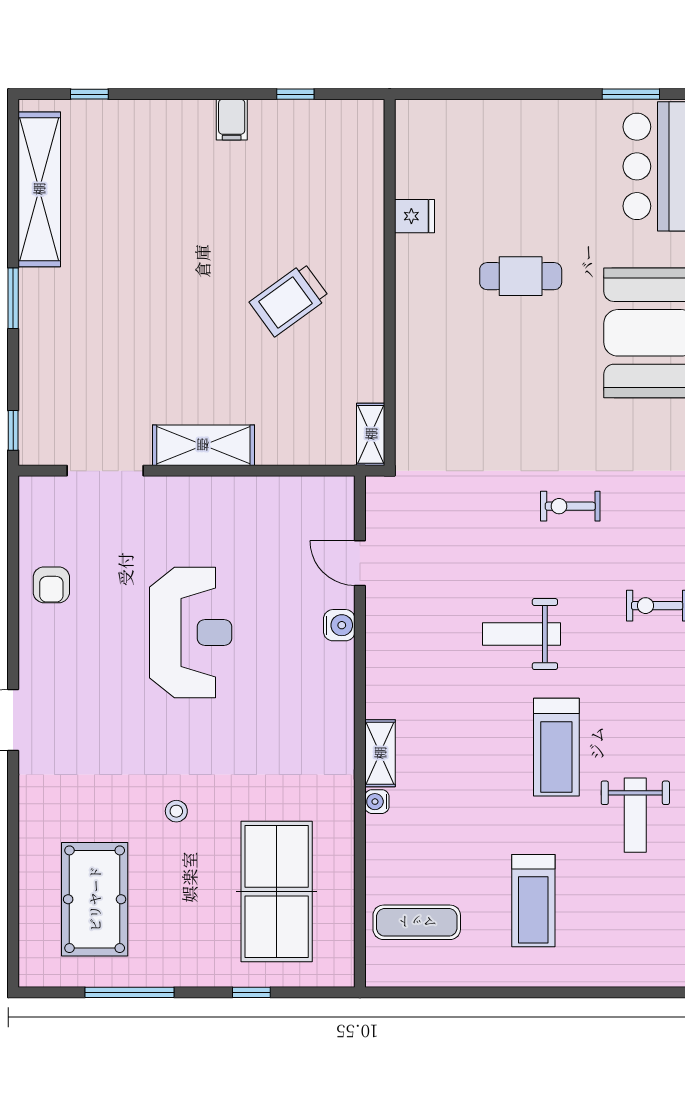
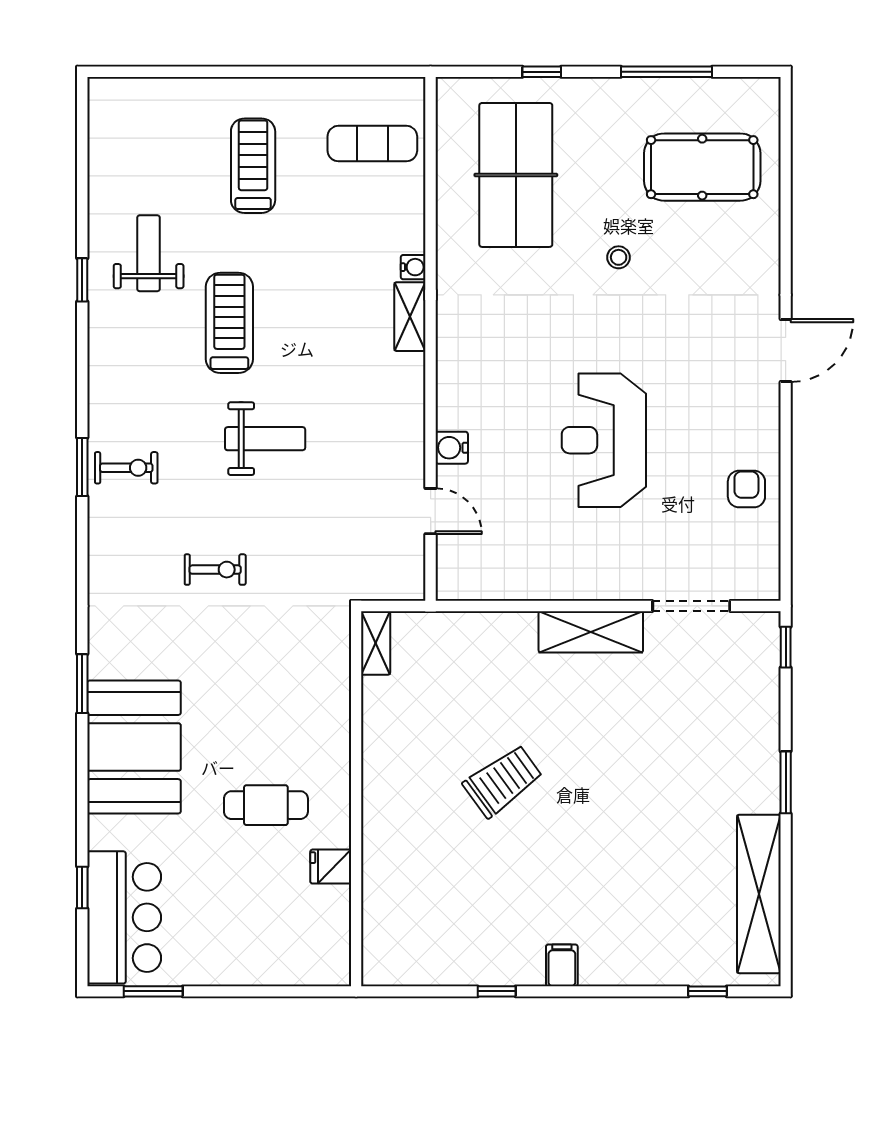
fridge: (415, 216) -> (331, 867), moved
wall: (390, 282) -> (356, 799), moved
shelving: (371, 434) -> (376, 643), moved
pool table: (95, 899) -> (702, 167), turned 90

